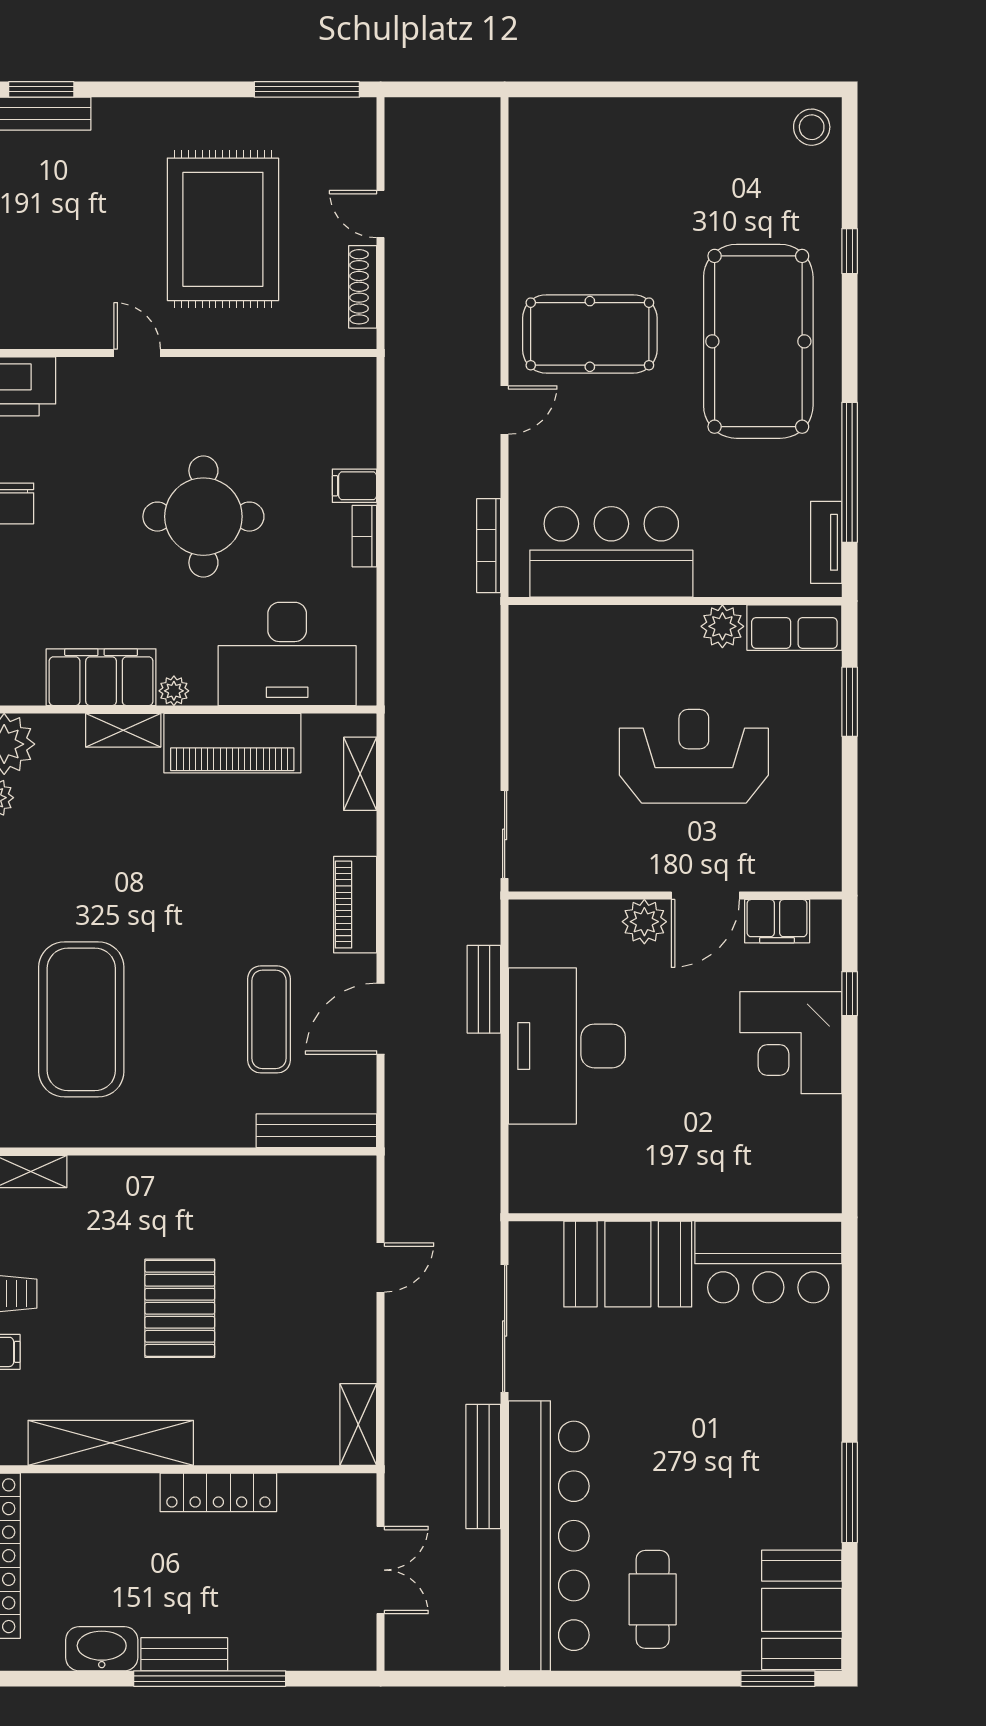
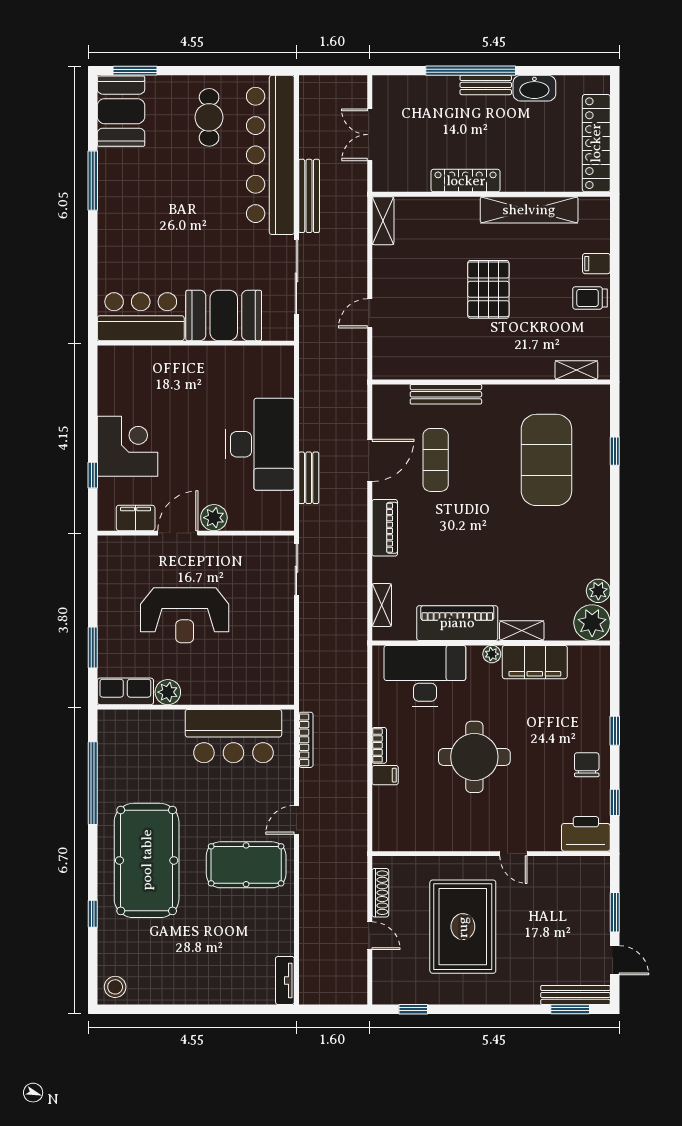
window: (307, 89) -> (413, 1009), width x0.46
tv unit: (826, 542) -> (285, 980), moved, turned 180
bench: (316, 1131) -> (446, 394), moved

